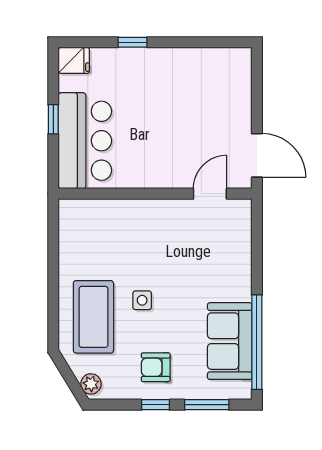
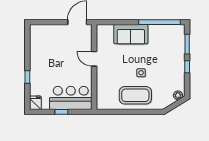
door: (210, 194) -> (94, 59), moved
coffee table: (93, 317) -> (135, 95), moved
sofa: (230, 341) -> (131, 34), moved
armchair: (156, 367) -> (171, 67), removed

